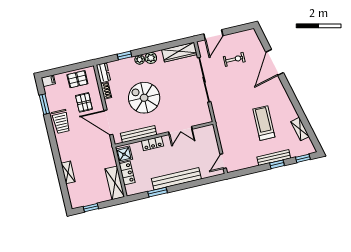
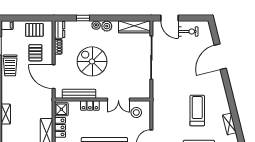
door: (213, 35) -> (169, 18), hinge flipped
exercise bike: (234, 59) -> (188, 31), moved
stool: (202, 140) -> (136, 112), added

